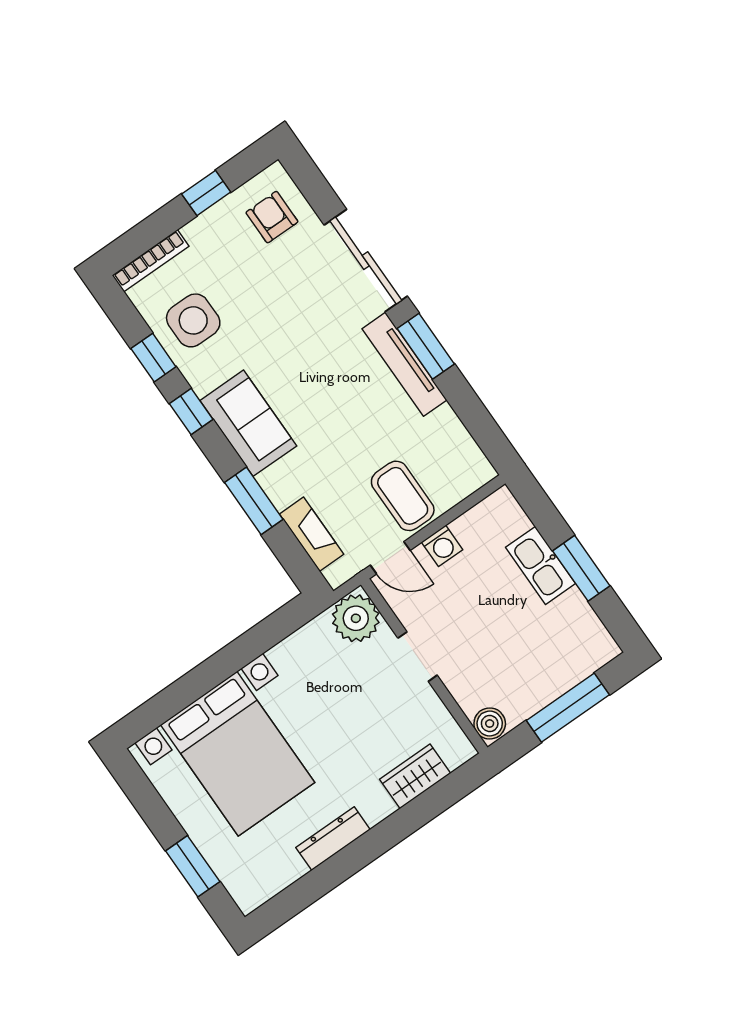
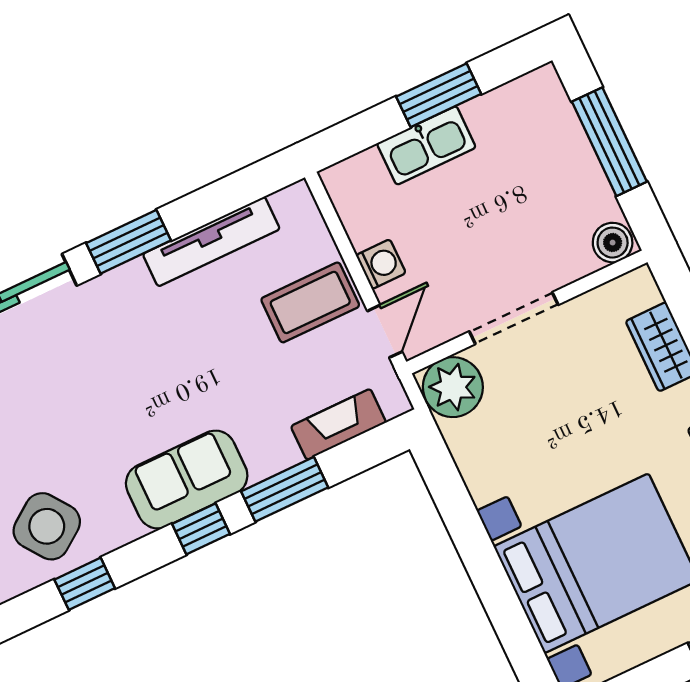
side table: (193, 320) -> (47, 526), turned -36
tv unit: (404, 364) -> (211, 242), moved
window: (191, 412) -> (201, 529), moved
doorway: (418, 657) -> (514, 318), width x1.38

